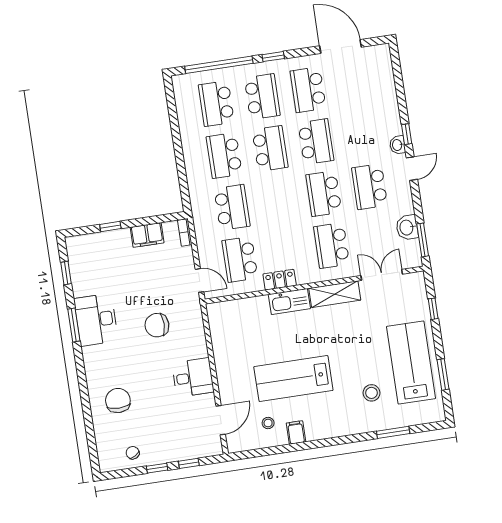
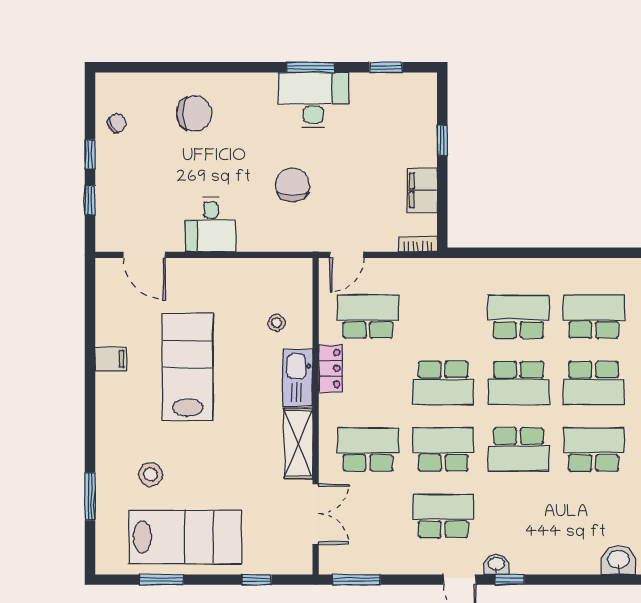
school desk: (232, 207) -> (443, 383), moved
washbasin: (407, 227) -> (618, 560), moved
stool: (268, 423) -> (277, 323), moved

